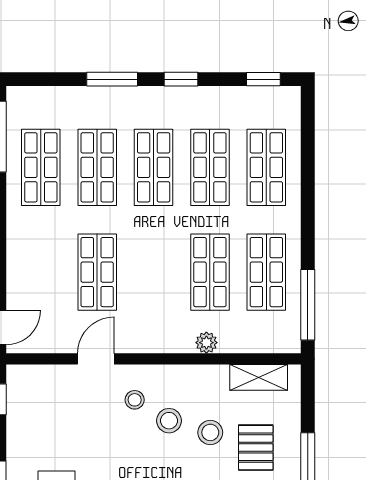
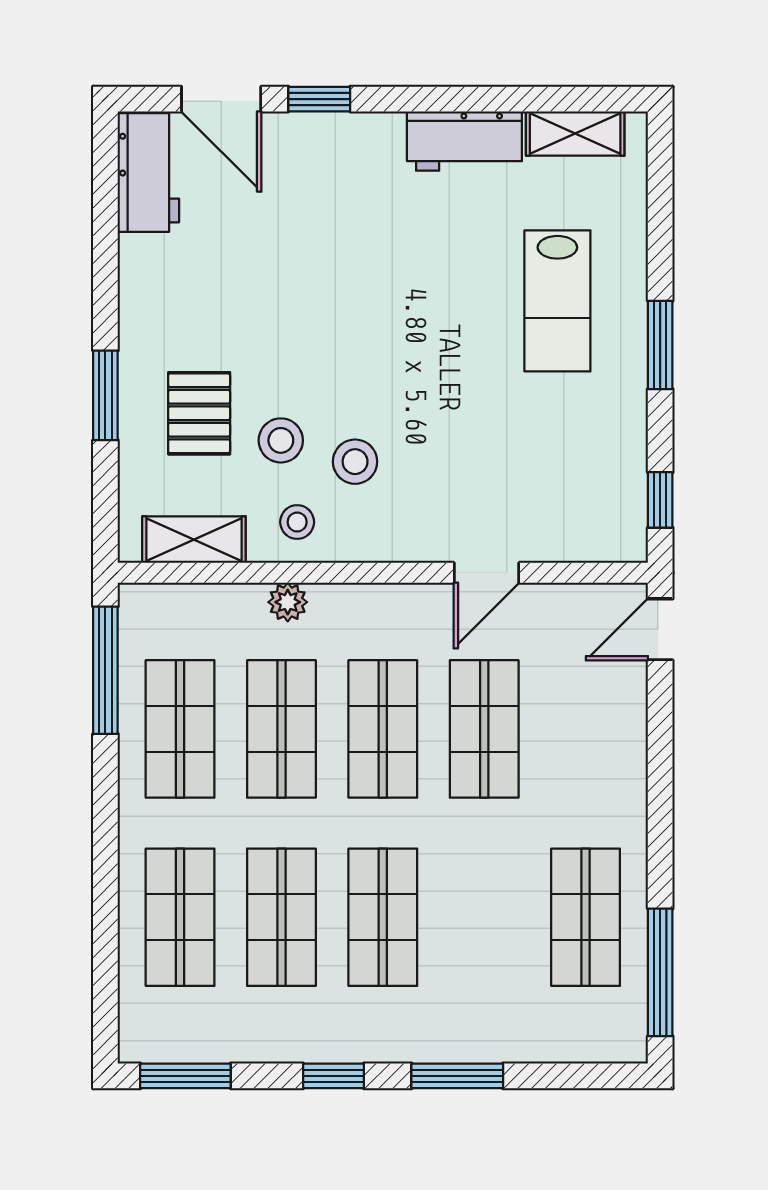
window: (263, 79) -> (185, 1076), width x1.50
shop shelf: (97, 167) -> (383, 729), moved
stool: (135, 400) -> (297, 522), moved

